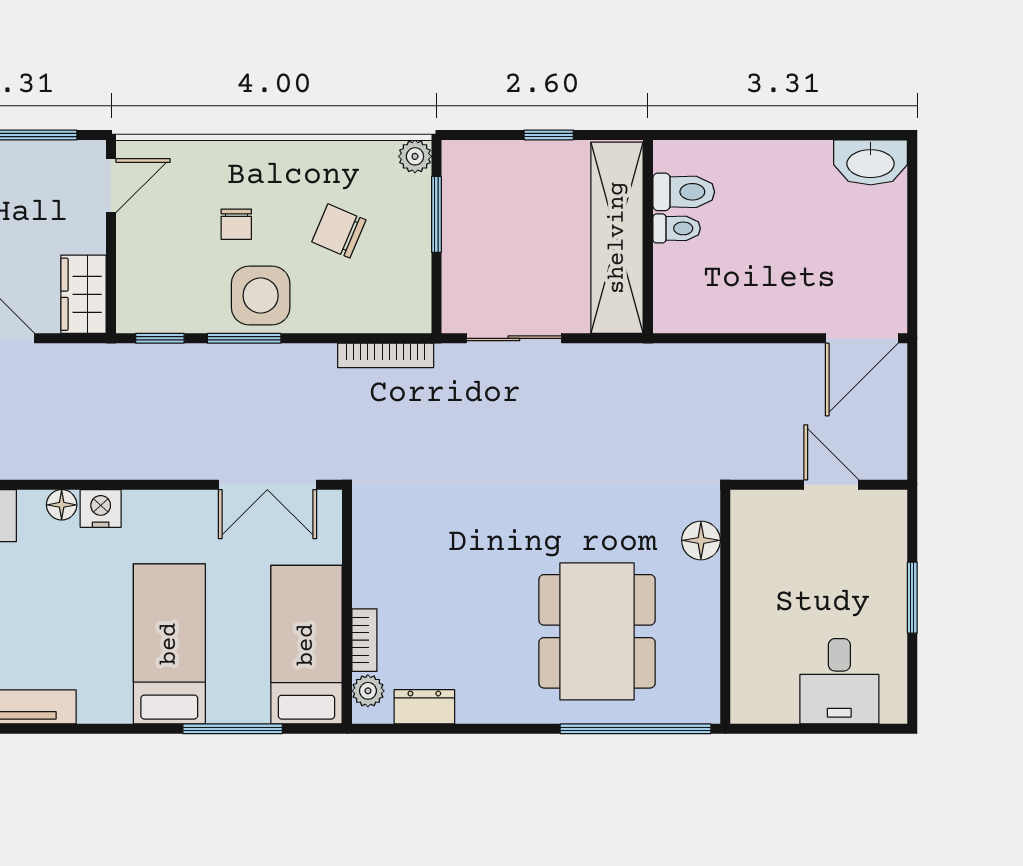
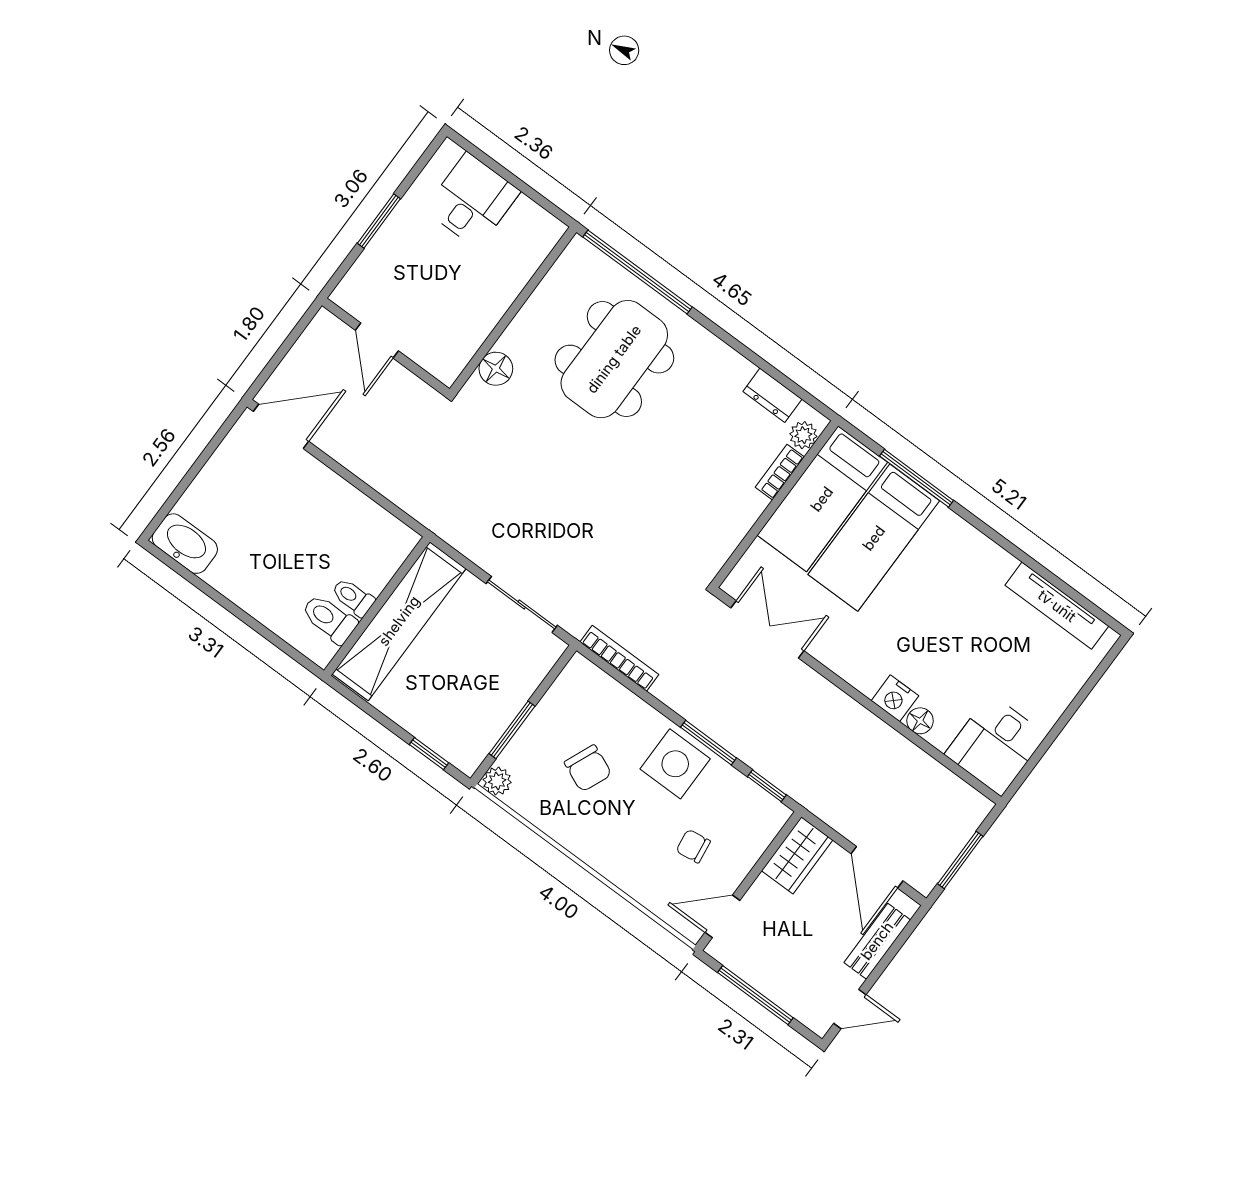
window: (549, 135) -> (429, 754), moved
chair: (236, 224) -> (693, 846), moved, turned -98
bed: (169, 644) -> (874, 538), moved

